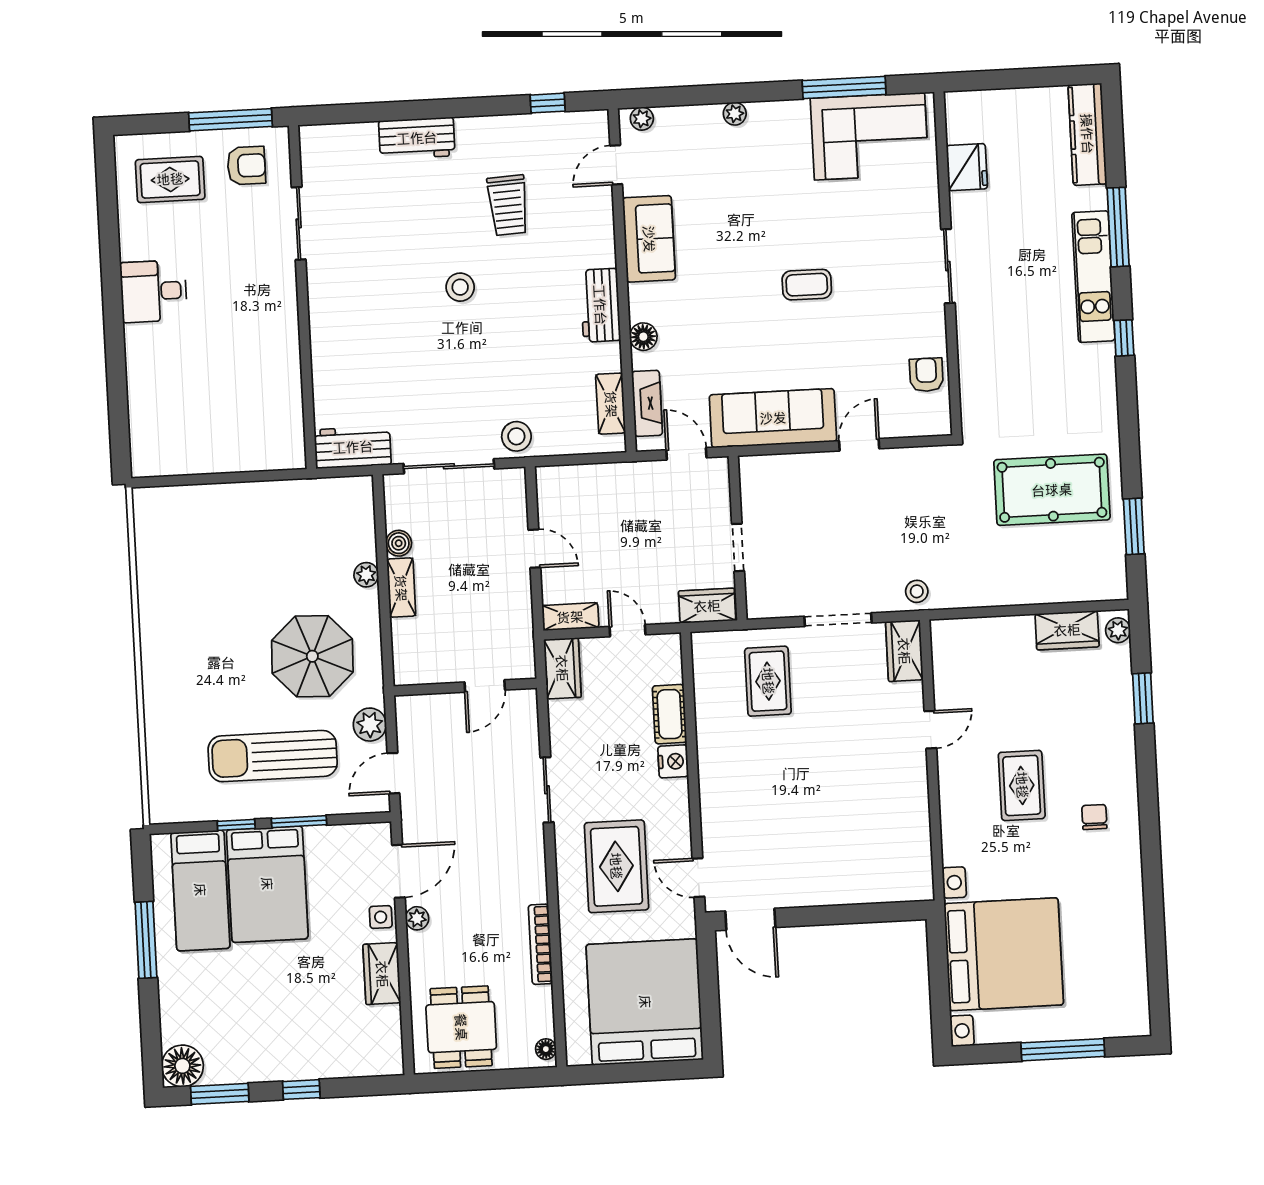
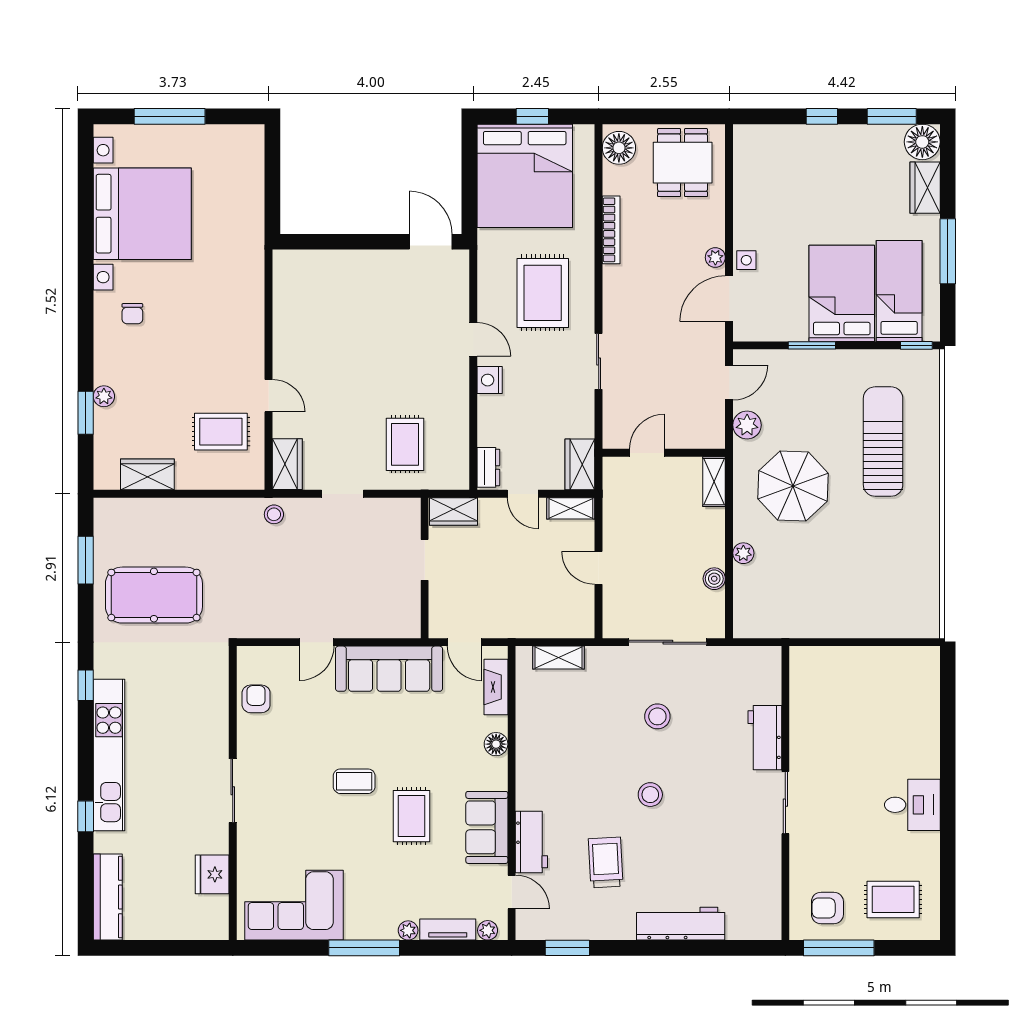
window: (844, 88) -> (364, 948), moved
window: (548, 103) -> (567, 948), width x1.50
tv unit: (688, 117) -> (448, 930), added
workbench: (417, 138) -> (681, 924), width x1.38
door: (616, 165) -> (512, 892), hinge flipped
sliding door: (299, 223) -> (785, 803), moved
window: (1118, 227) -> (86, 816), width x0.46
rug: (738, 247) -> (412, 816), added
kitchen unit: (1093, 277) -> (109, 755), width x1.36
workbench: (600, 305) -> (531, 842), moved
window: (1124, 338) -> (86, 685), moved
armchair: (926, 375) -> (256, 699), turned 180
shelving: (611, 404) -> (559, 658), moved, turned 90
stool: (516, 436) -> (657, 716), moved
workbench: (353, 447) -> (765, 738), moved, turned 90
shelving: (401, 588) -> (714, 482), moved
doorway: (838, 620) -> (342, 494), width x0.73
plant: (1118, 630) -> (104, 396), moved
dresser: (669, 659) -> (488, 467), added
cot: (670, 714) -> (491, 421), removed
door: (930, 730) -> (269, 396), swing flipped
sun lounger: (273, 756) -> (883, 442), moved, turned -90
rug: (1022, 785) -> (221, 432), moved, turned 90
window: (236, 825) -> (916, 345), moved
door: (698, 878) -> (473, 339), moved
bed with nightstands: (1004, 954) -> (142, 214), moved, turned 180
wardrobe: (382, 974) -> (925, 188), moved, turned 180
floor lamp: (546, 1049) -> (619, 148), width x1.89, depth x1.89
window: (639, 1072) -> (532, 116), added

